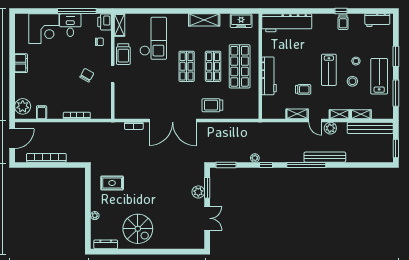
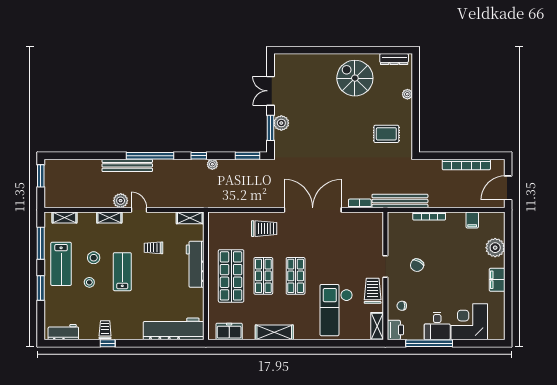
plant: (23, 106) -> (495, 248), moved
shelving: (297, 114) -> (190, 218), moved
shelving: (361, 114) -> (65, 217), moved
bench: (370, 128) -> (400, 201), moved

